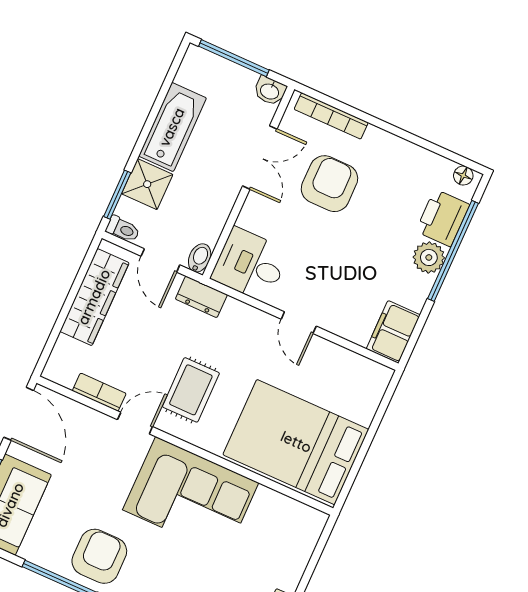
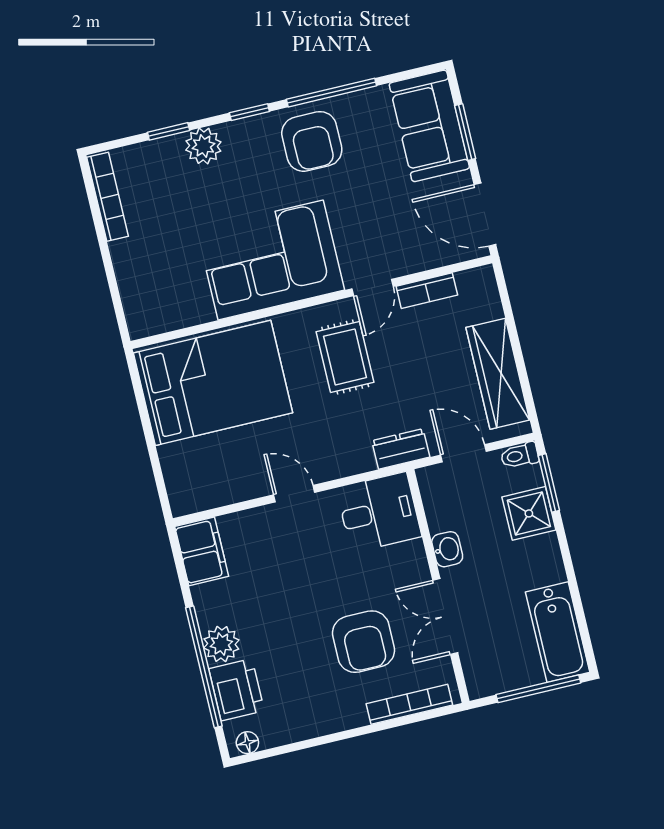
washbasin: (270, 91) -> (447, 549), moved, turned 90
bathtub: (172, 127) -> (558, 632), moved
bidet: (200, 258) -> (430, 483), removed

